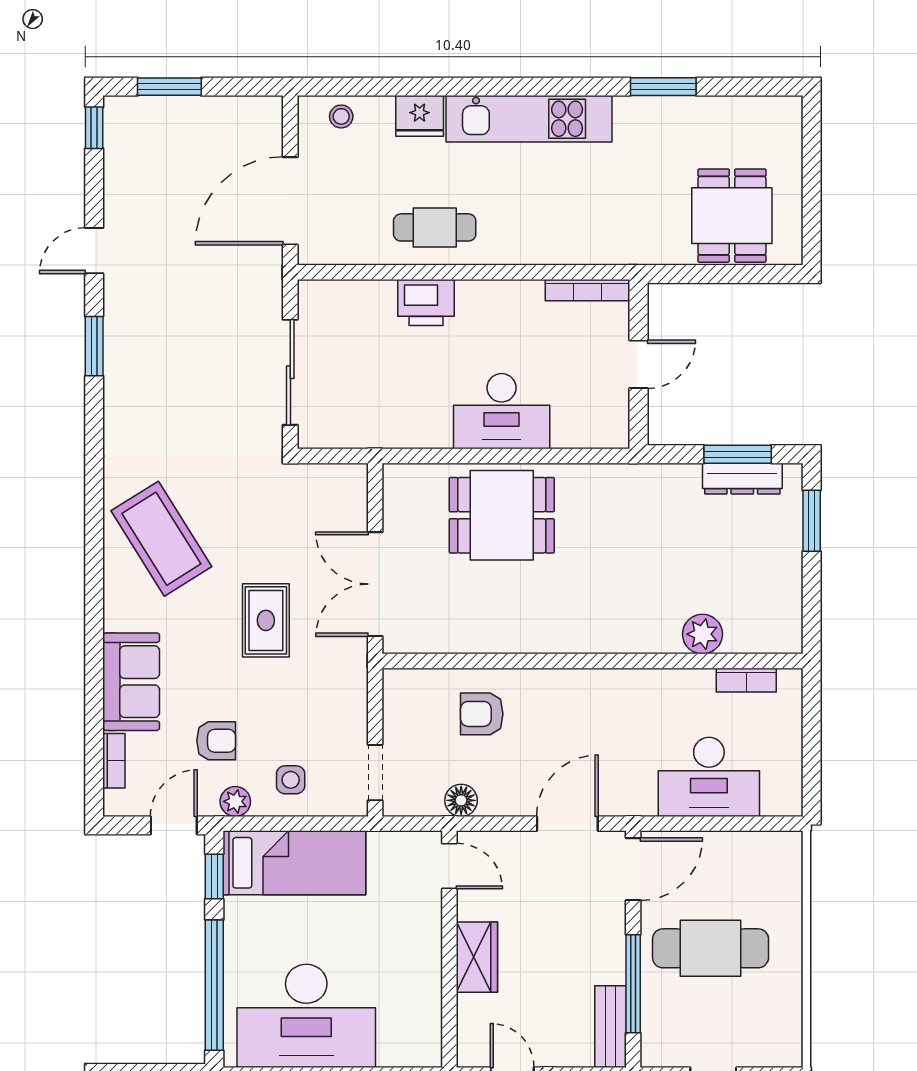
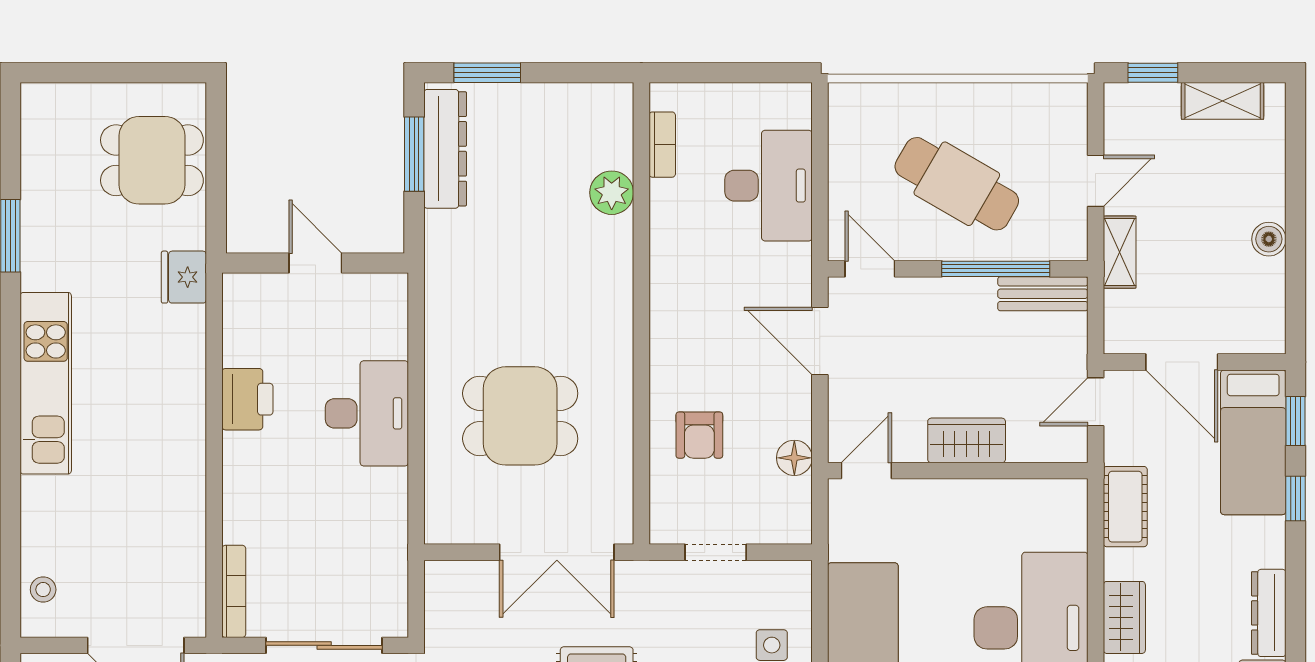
fridge: (420, 116) -> (184, 277), moved, turned 180
cafe table: (435, 227) -> (165, 487), removed
bookcase: (587, 290) -> (234, 591), moved
printer: (426, 302) -> (247, 399), moved
dresser: (742, 479) -> (445, 149), width x1.37, depth x1.24
dining table: (502, 515) -> (520, 416), moved, turned 90
doorway: (375, 773) -> (716, 552), moved
door: (633, 869) -> (870, 269), width x0.73
cafe table: (711, 948) -> (957, 184), turned -60

